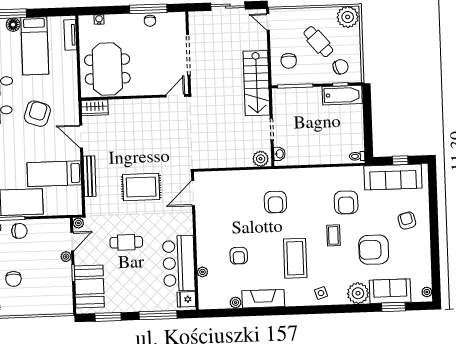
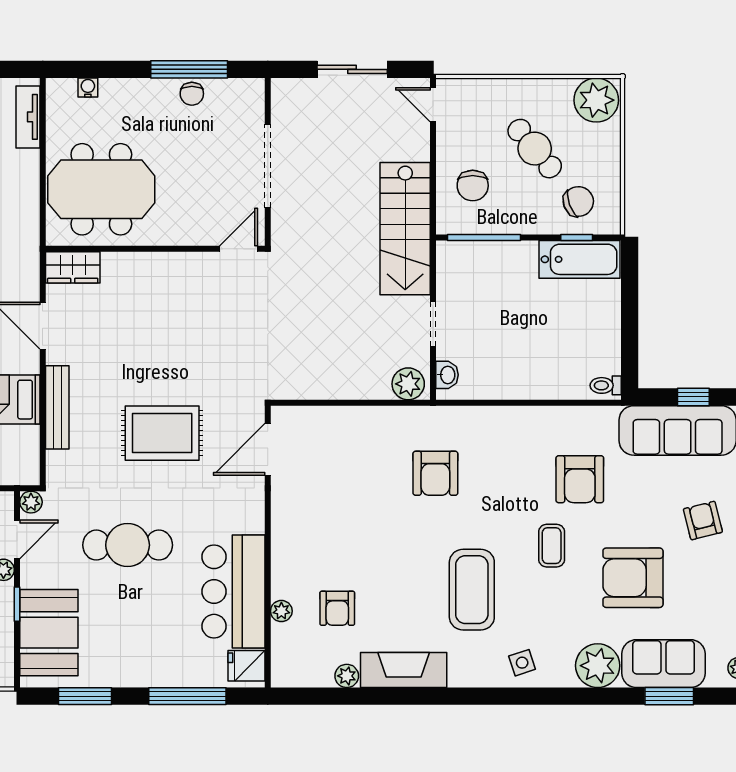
meeting table: (107, 69) -> (101, 189), turned 90
cafe table: (126, 242) -> (128, 545), width x1.37, depth x1.35
armchair: (239, 256) -> (337, 608), moved

